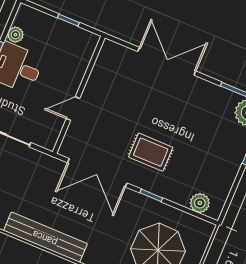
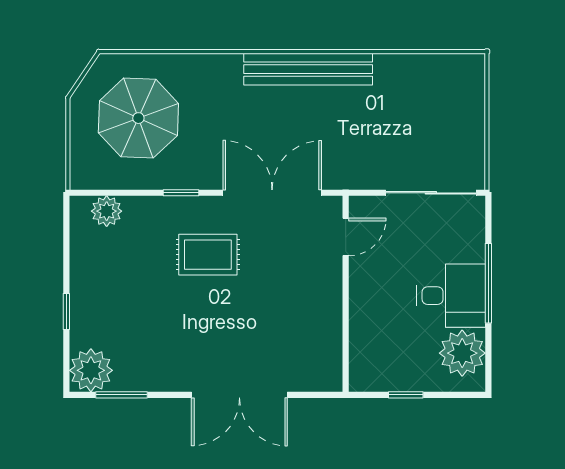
plant: (15, 35) -> (462, 353), width x1.88, depth x1.88
door: (73, 109) -> (346, 237), moved

